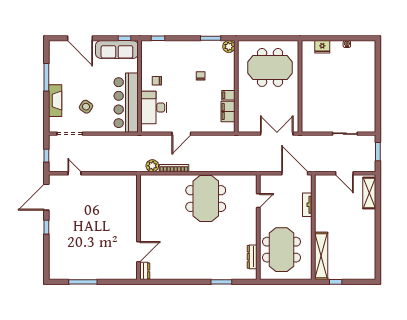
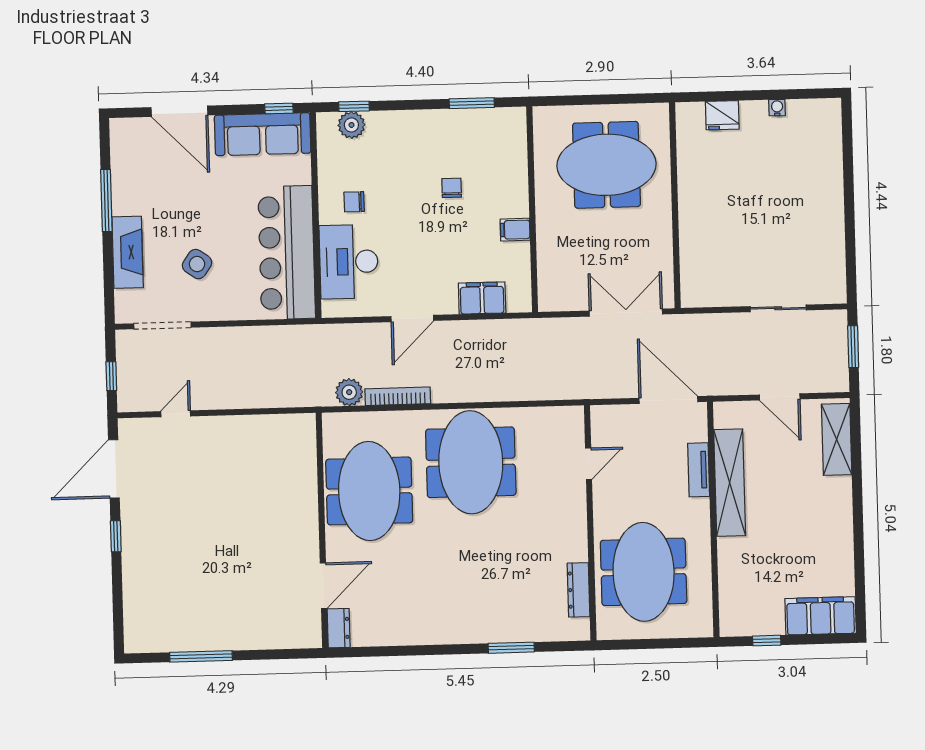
plant: (229, 46) -> (351, 125), moved
filing cabinet: (228, 111) -> (482, 298), moved, turned 90
door: (75, 173) -> (176, 414), hinge flipped
meeting table: (160, 210) -> (369, 491), added
shelving: (321, 256) -> (730, 483), moved
filing cabinet: (360, 271) -> (821, 616), added

